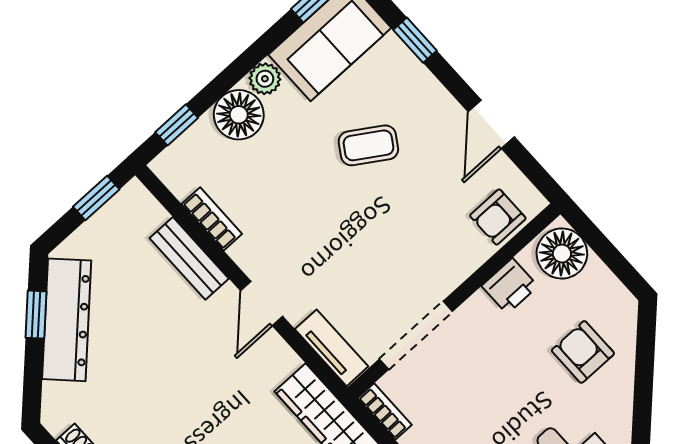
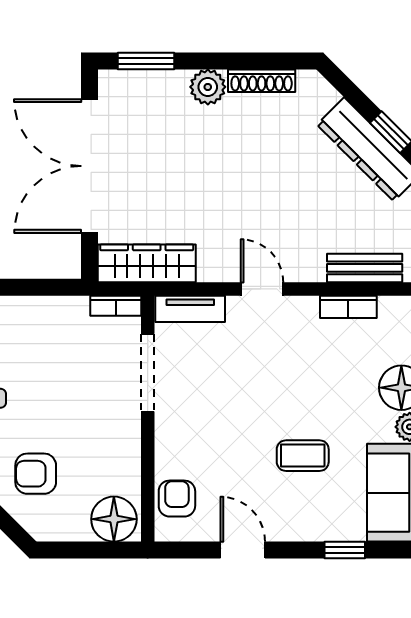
coffee table: (368, 145) -> (303, 456), turned 57
bench: (189, 258) -> (365, 268), moved
printer: (510, 286) -> (124, 465), removed
armchair: (583, 352) -> (36, 474), turned 180

